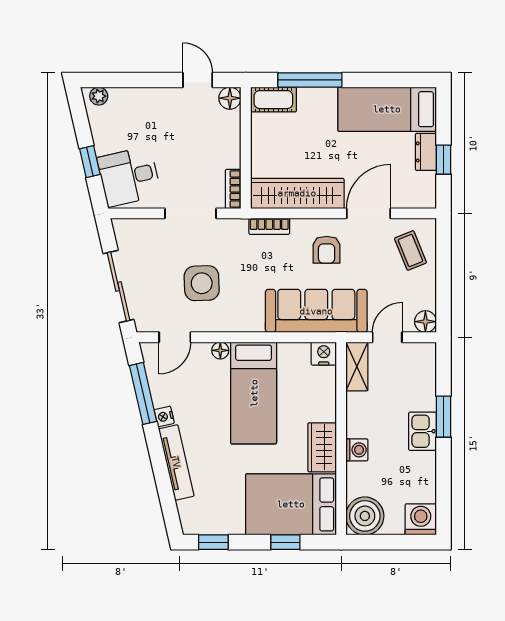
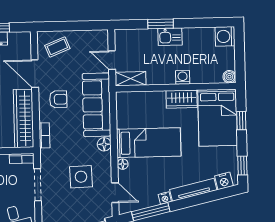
floor lamp: (425, 322) -> (104, 144), moved
nightstand: (324, 354) -> (224, 181), moved, turned -103
boiler: (365, 516) -> (229, 77), width x0.54, depth x0.54

